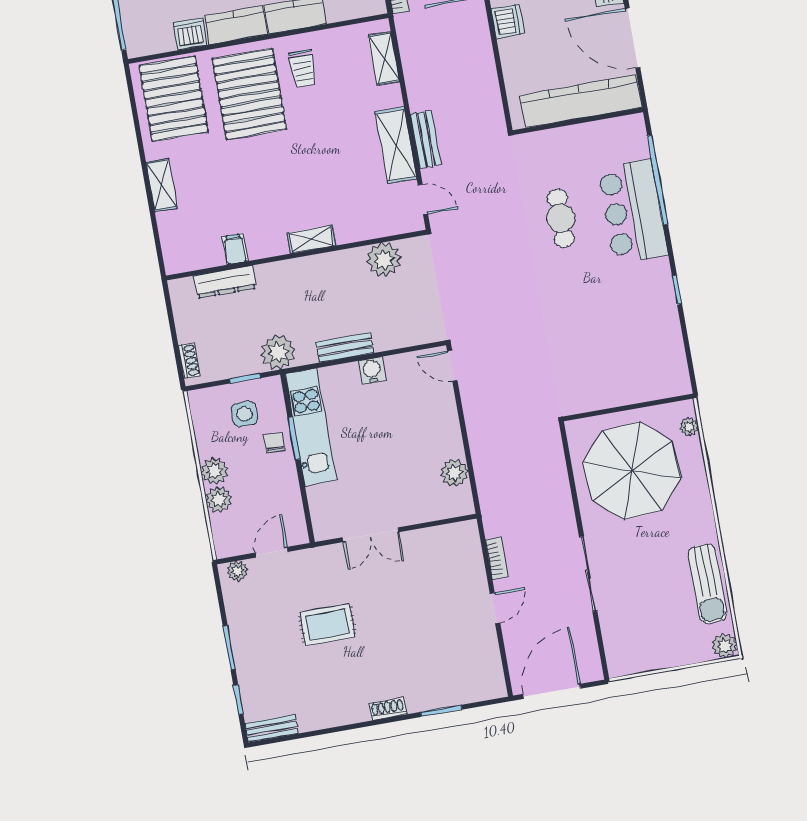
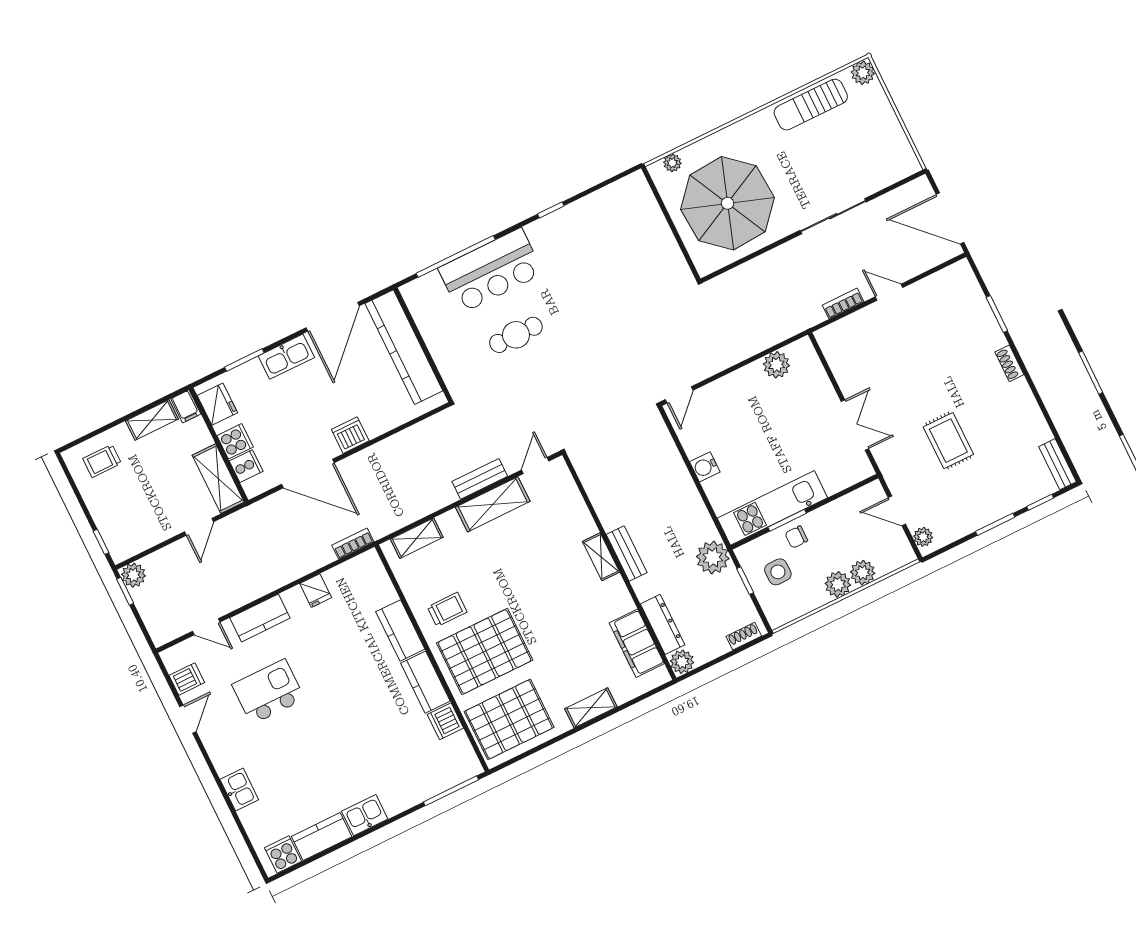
filing cabinet: (235, 249) -> (637, 643), width x3.00, depth x1.17
plant: (384, 260) -> (682, 662), moved, width x0.73, depth x0.73
bench: (345, 348) -> (627, 553), moved
sun lounger: (708, 584) -> (811, 105), turned 180

